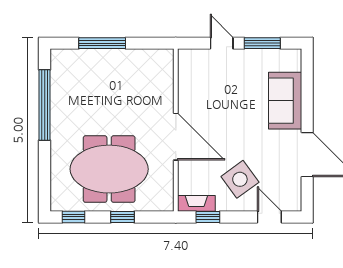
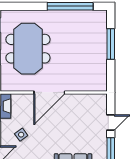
side table: (240, 179) -> (21, 135), width x0.54, depth x0.54

